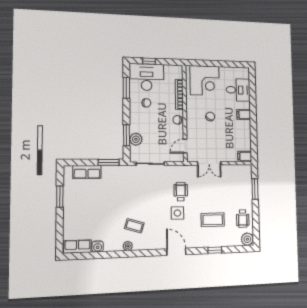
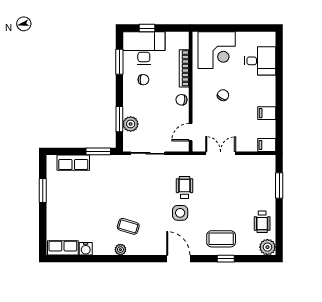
filing cabinet: (244, 115) -> (267, 113), moved
double door: (209, 163) -> (221, 153), swing flipped
coffee table: (213, 220) -> (221, 239), moved

